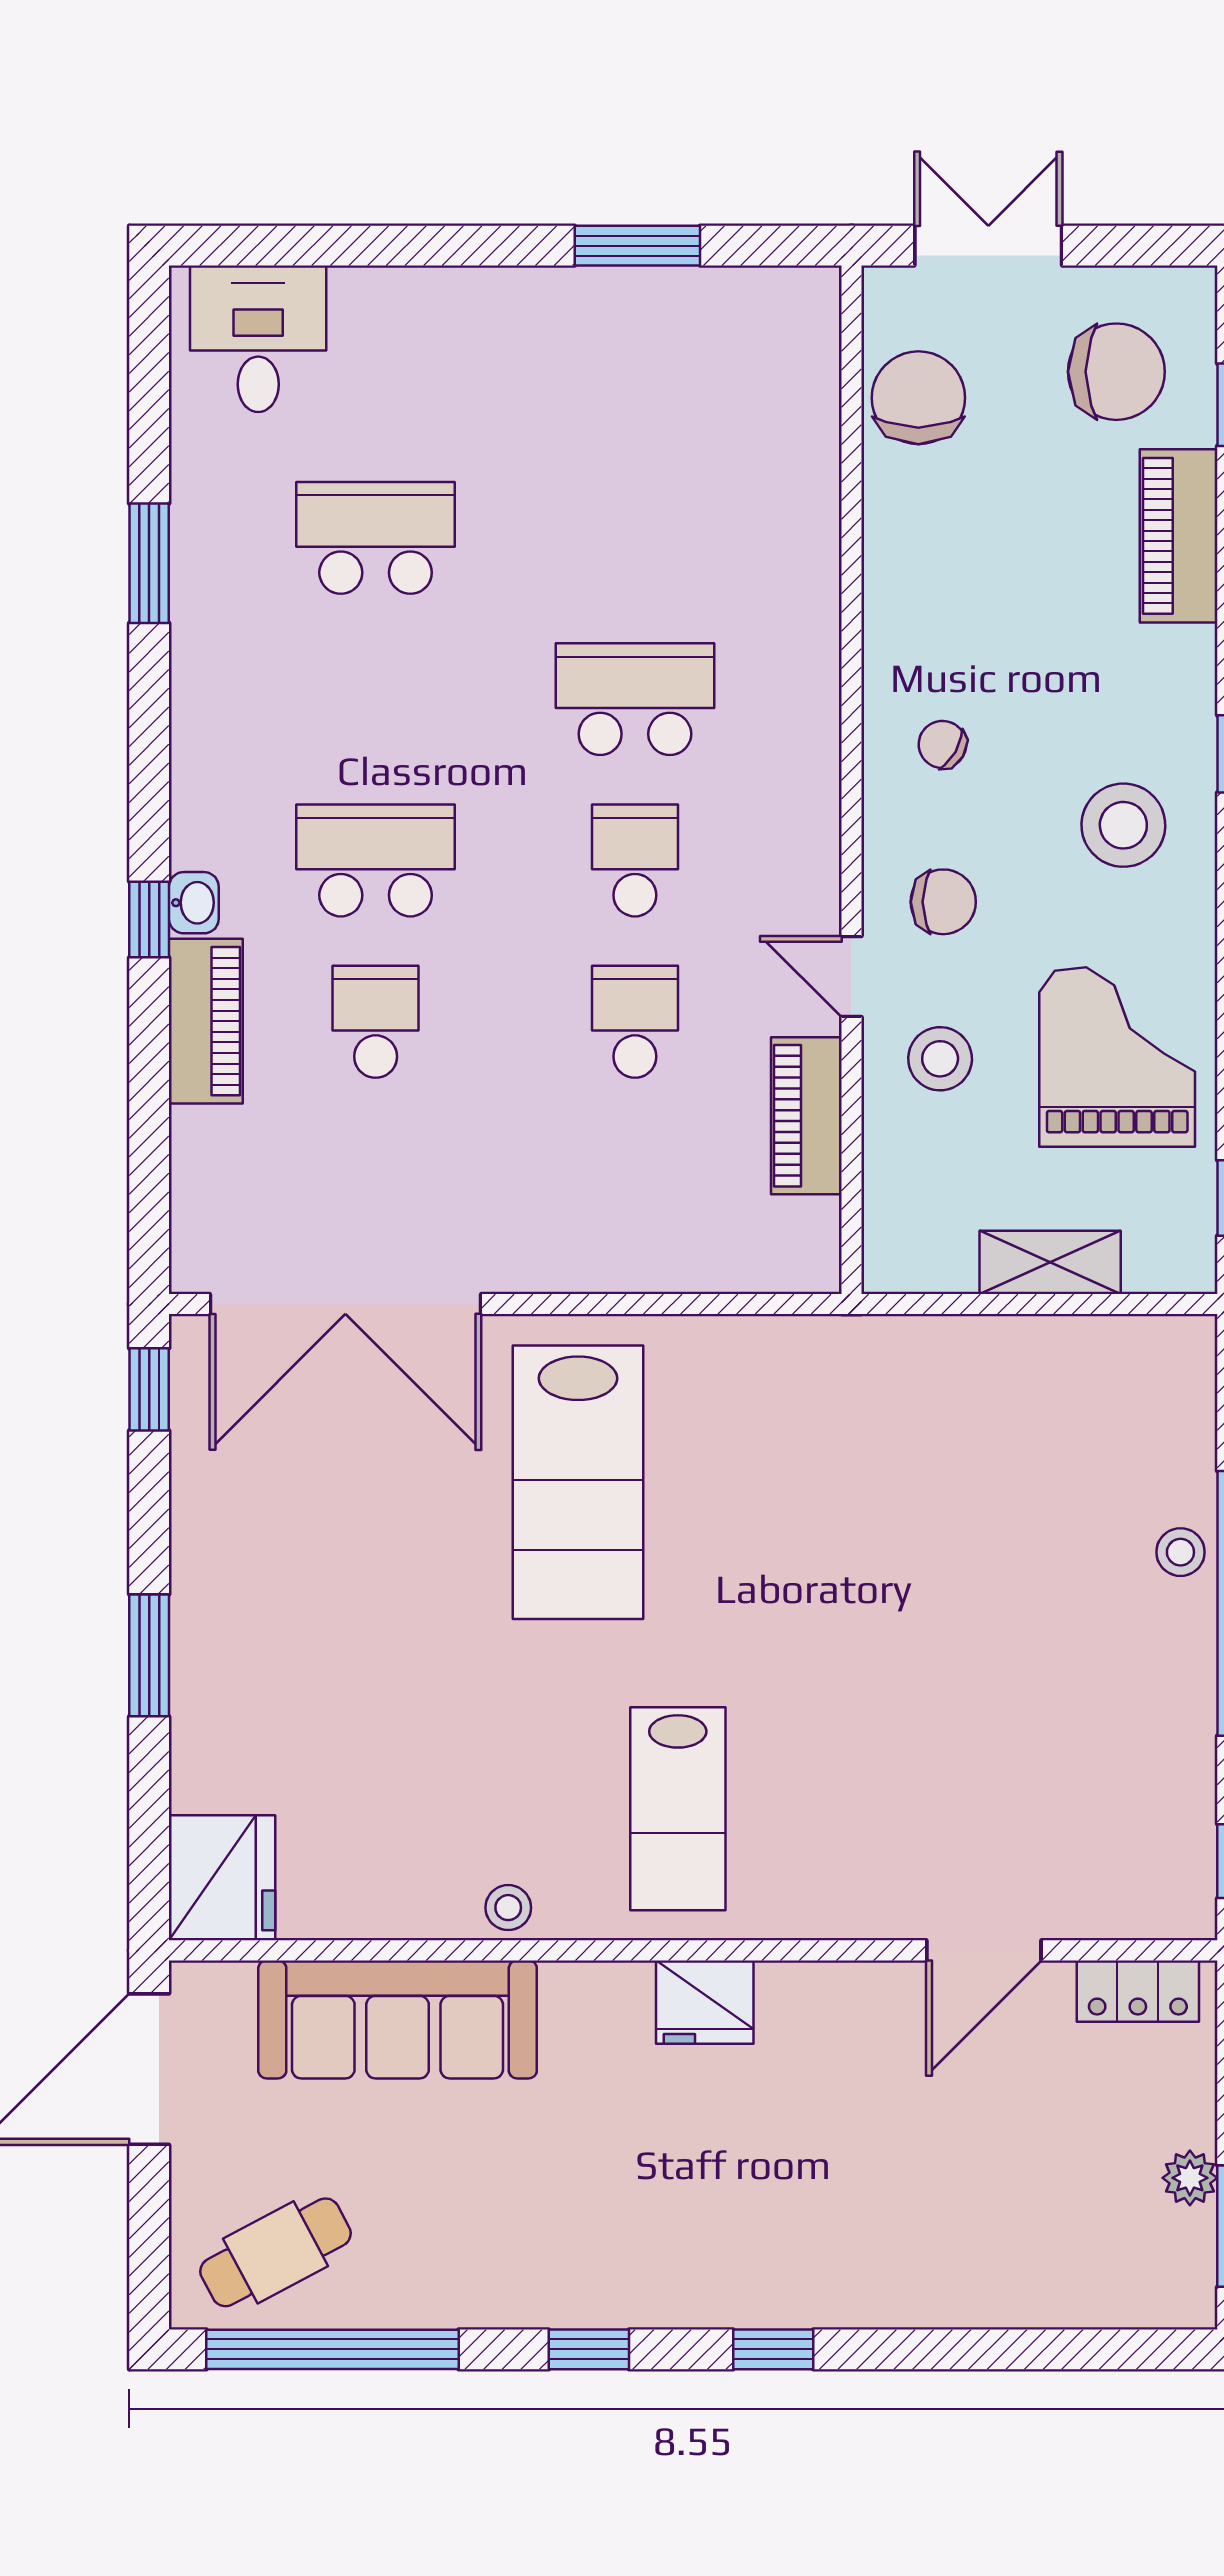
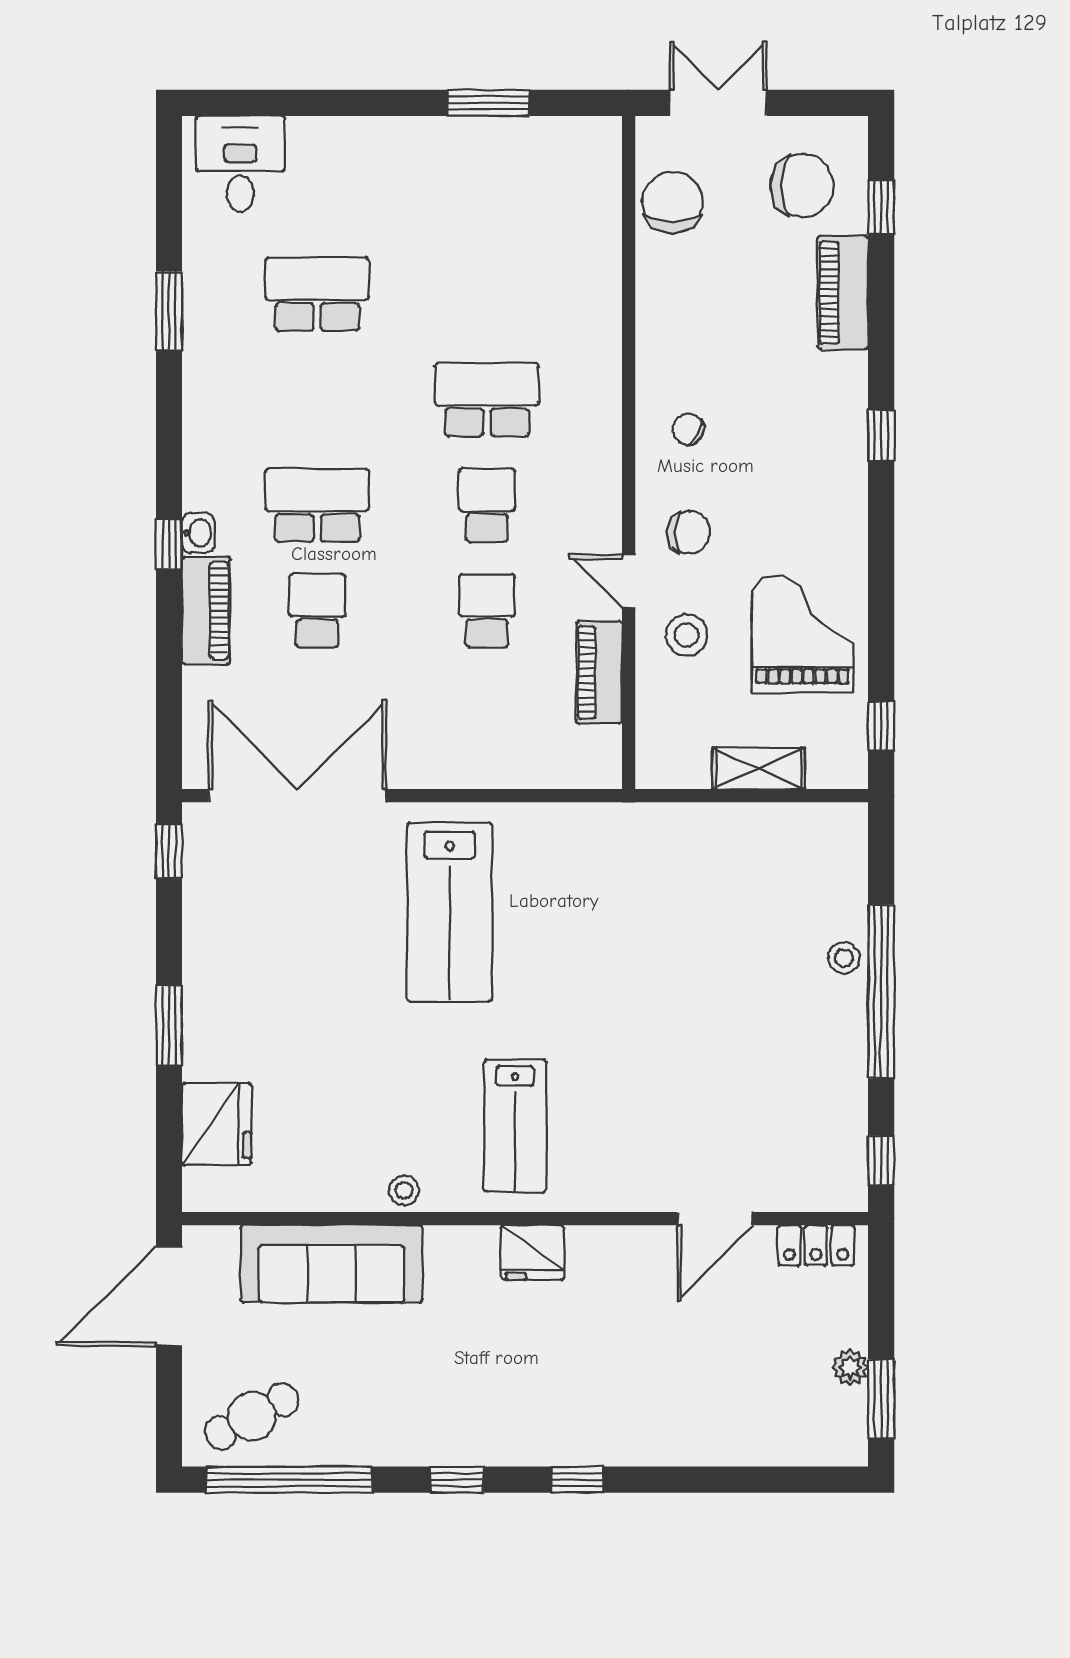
stool: (1123, 825) -> (807, 482), removed
double door: (345, 1304) -> (297, 796), swing flipped
fridge: (222, 1878) -> (217, 1124), moved

